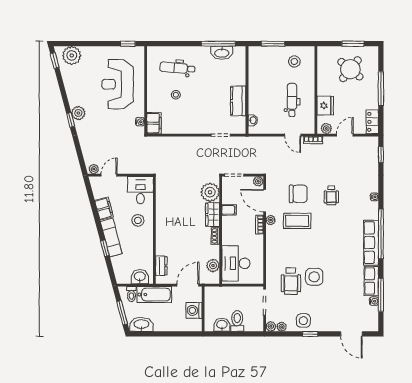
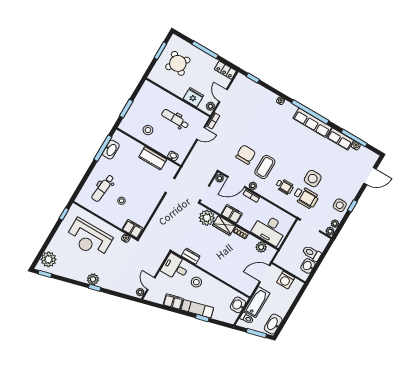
stool: (294, 61) -> (148, 130), moved
wheelchair: (331, 195) -> (284, 186), moved
filing cabinet: (229, 210) -> (232, 214), width x2.00
dresser: (161, 266) -> (191, 256), moved
door: (188, 285) -> (265, 274), hinge flipped

